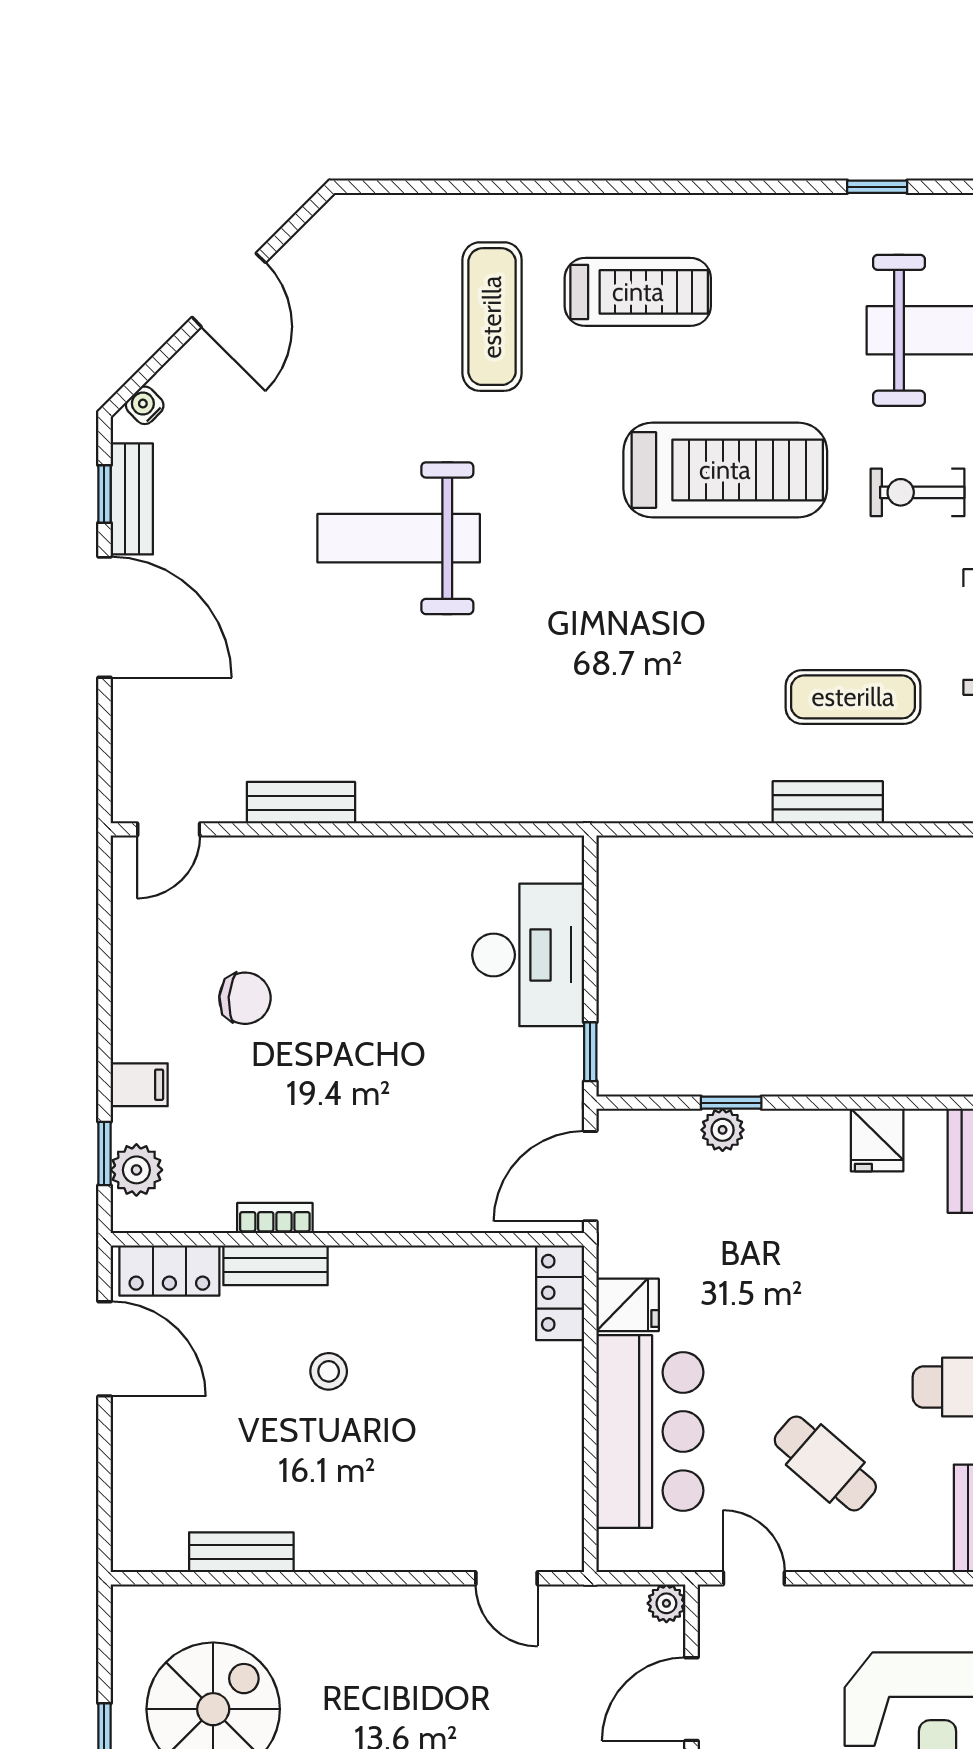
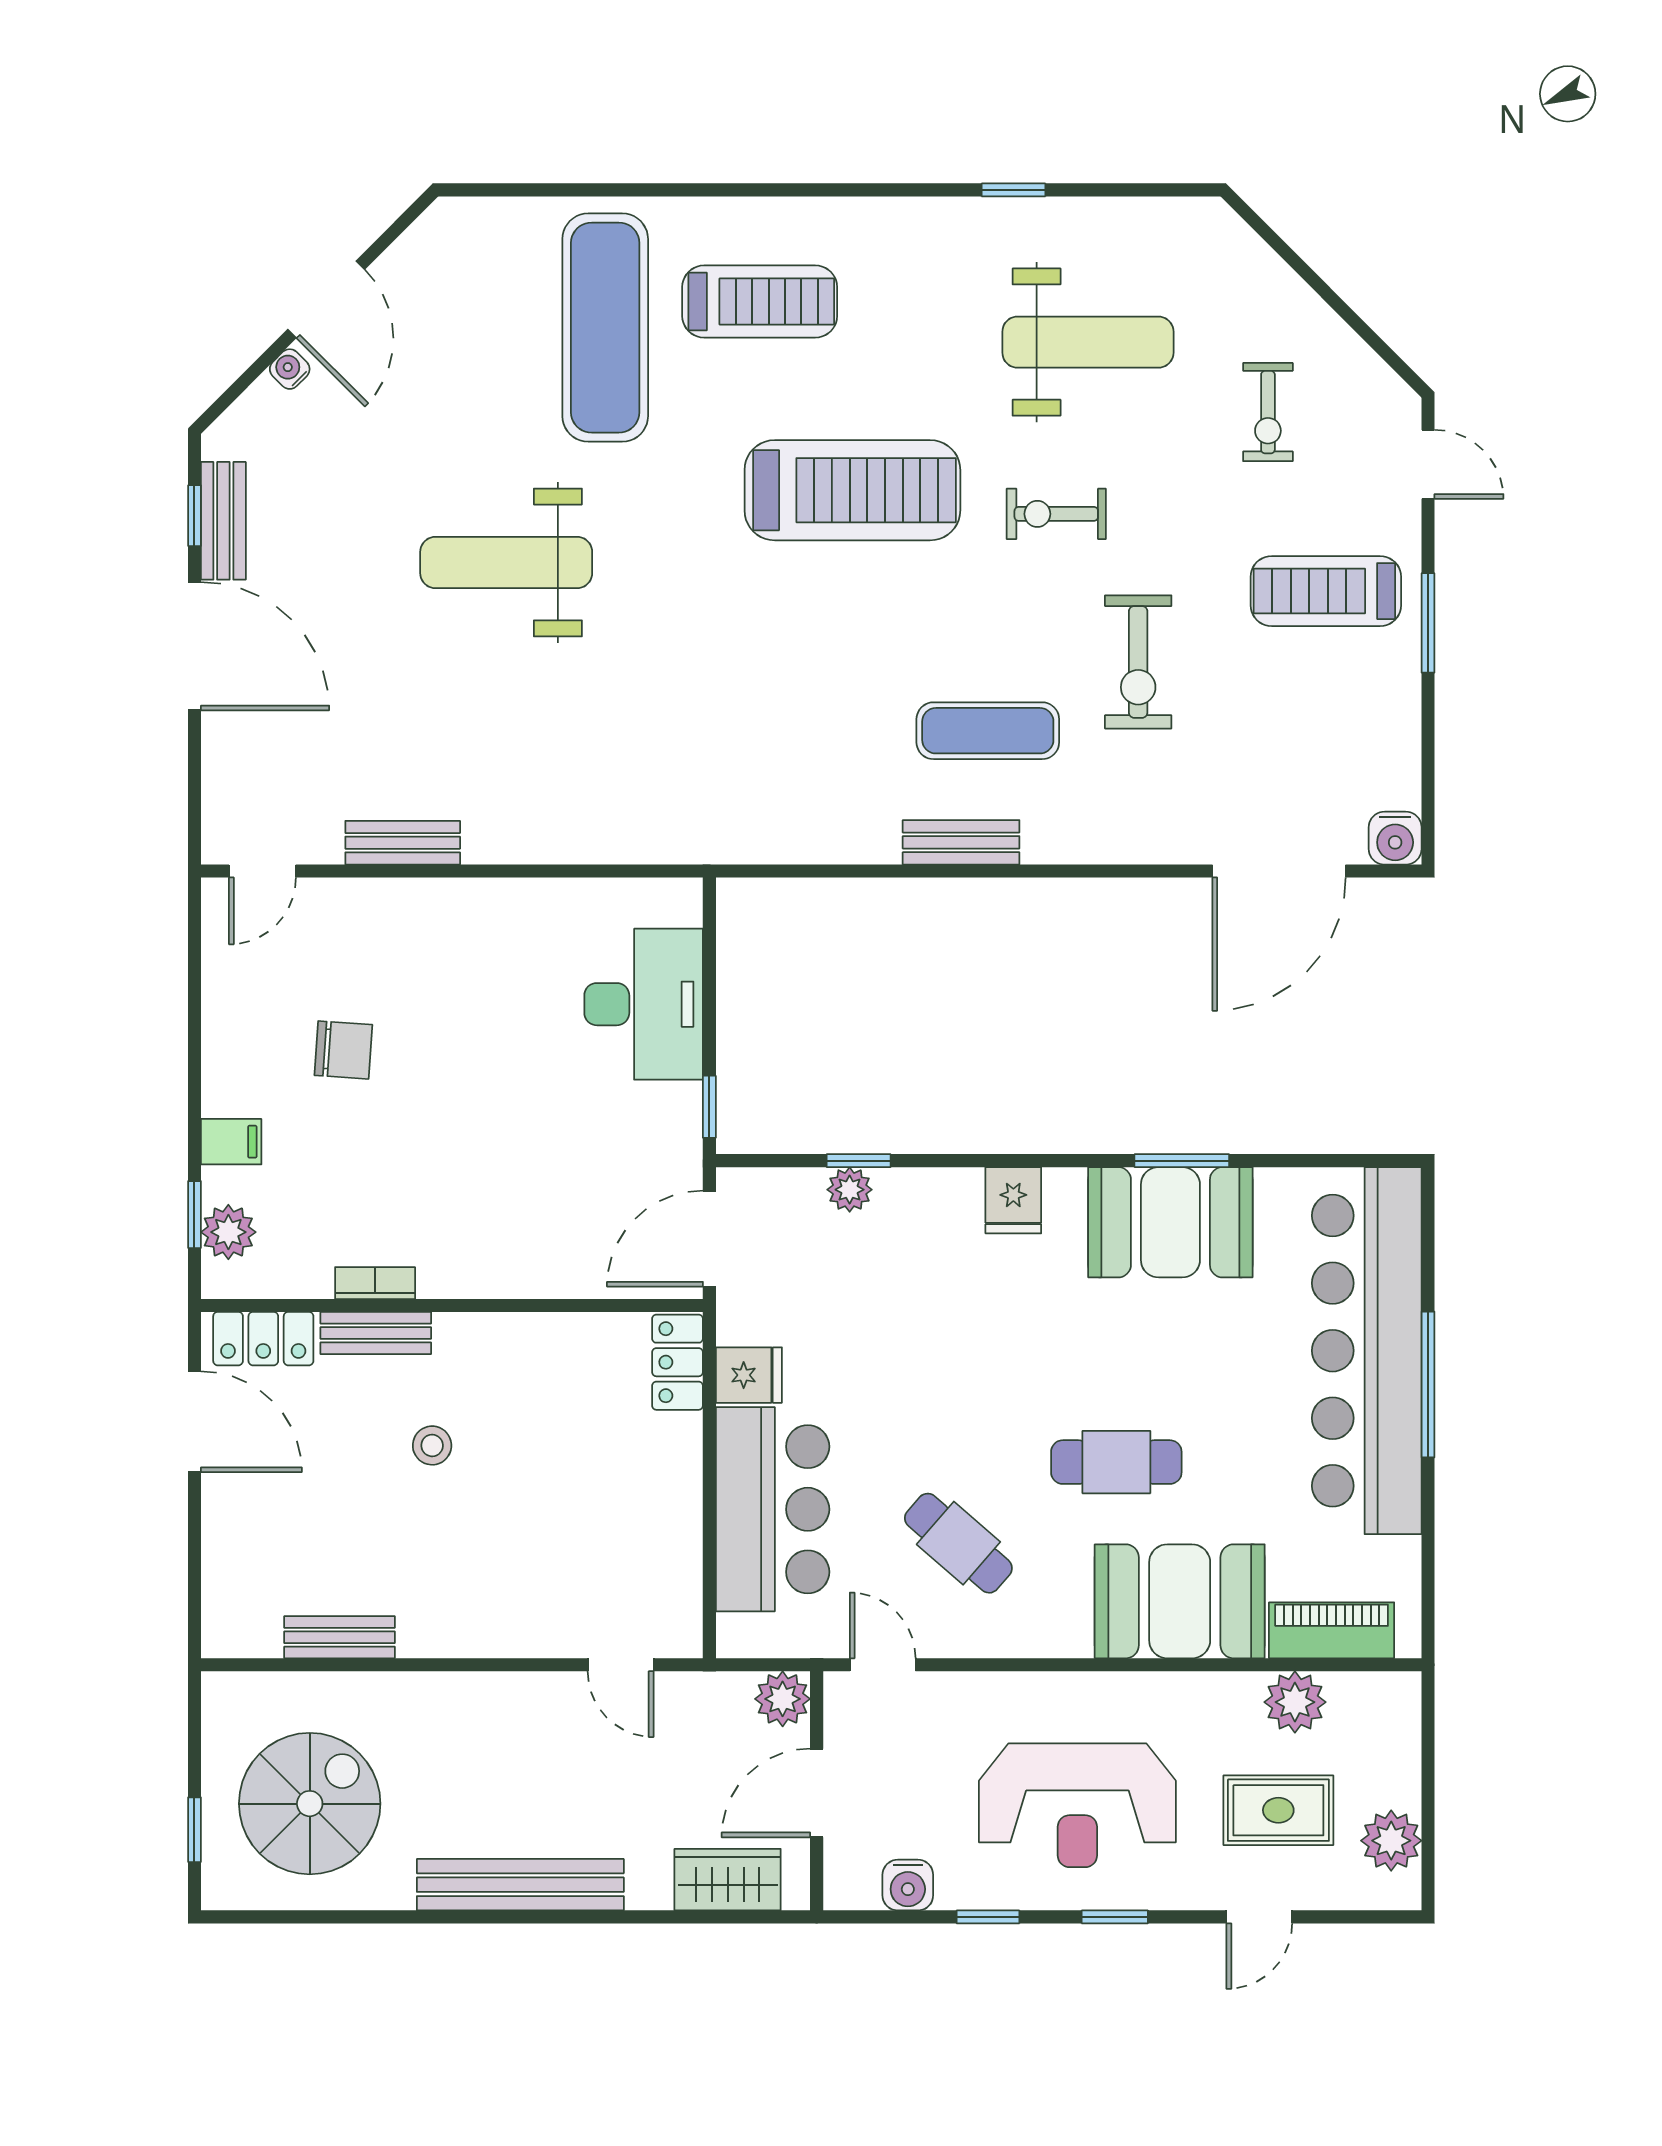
exercise mat: (492, 317) -> (605, 328), width x1.36, depth x1.45
water cooler: (145, 405) -> (290, 369), moved
plant: (666, 1603) -> (783, 1699), width x1.38, depth x1.38

